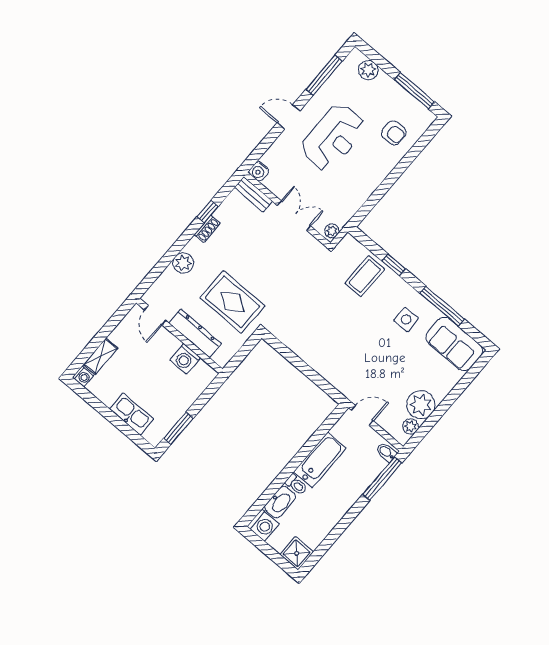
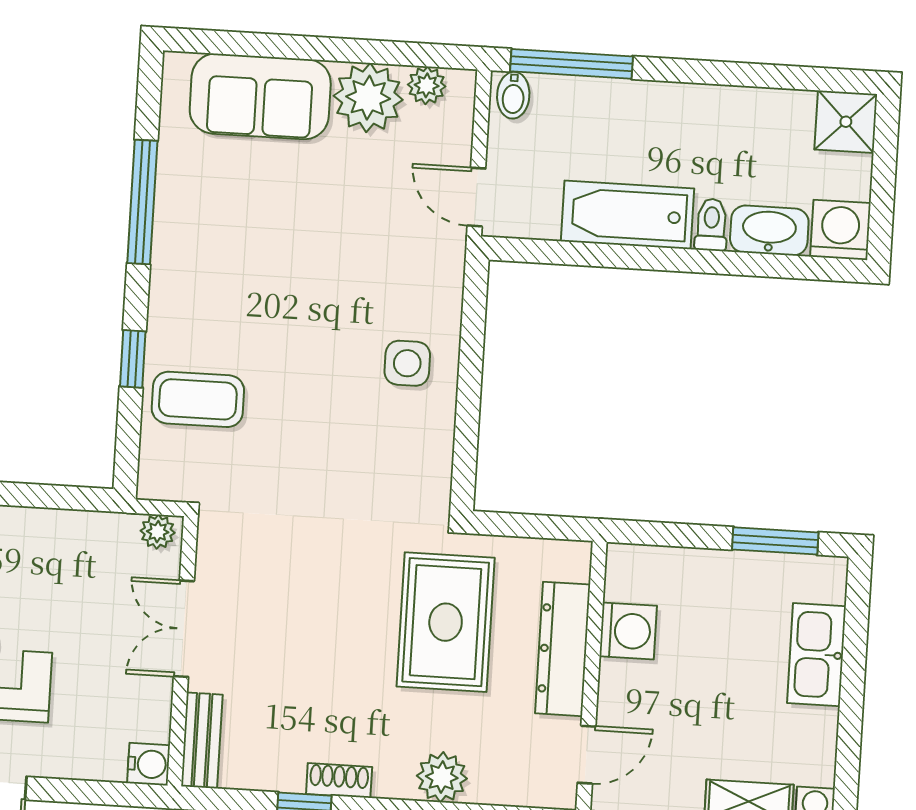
side table: (406, 320) -> (407, 363), moved
sofa: (454, 344) -> (260, 96), moved, turned 90

